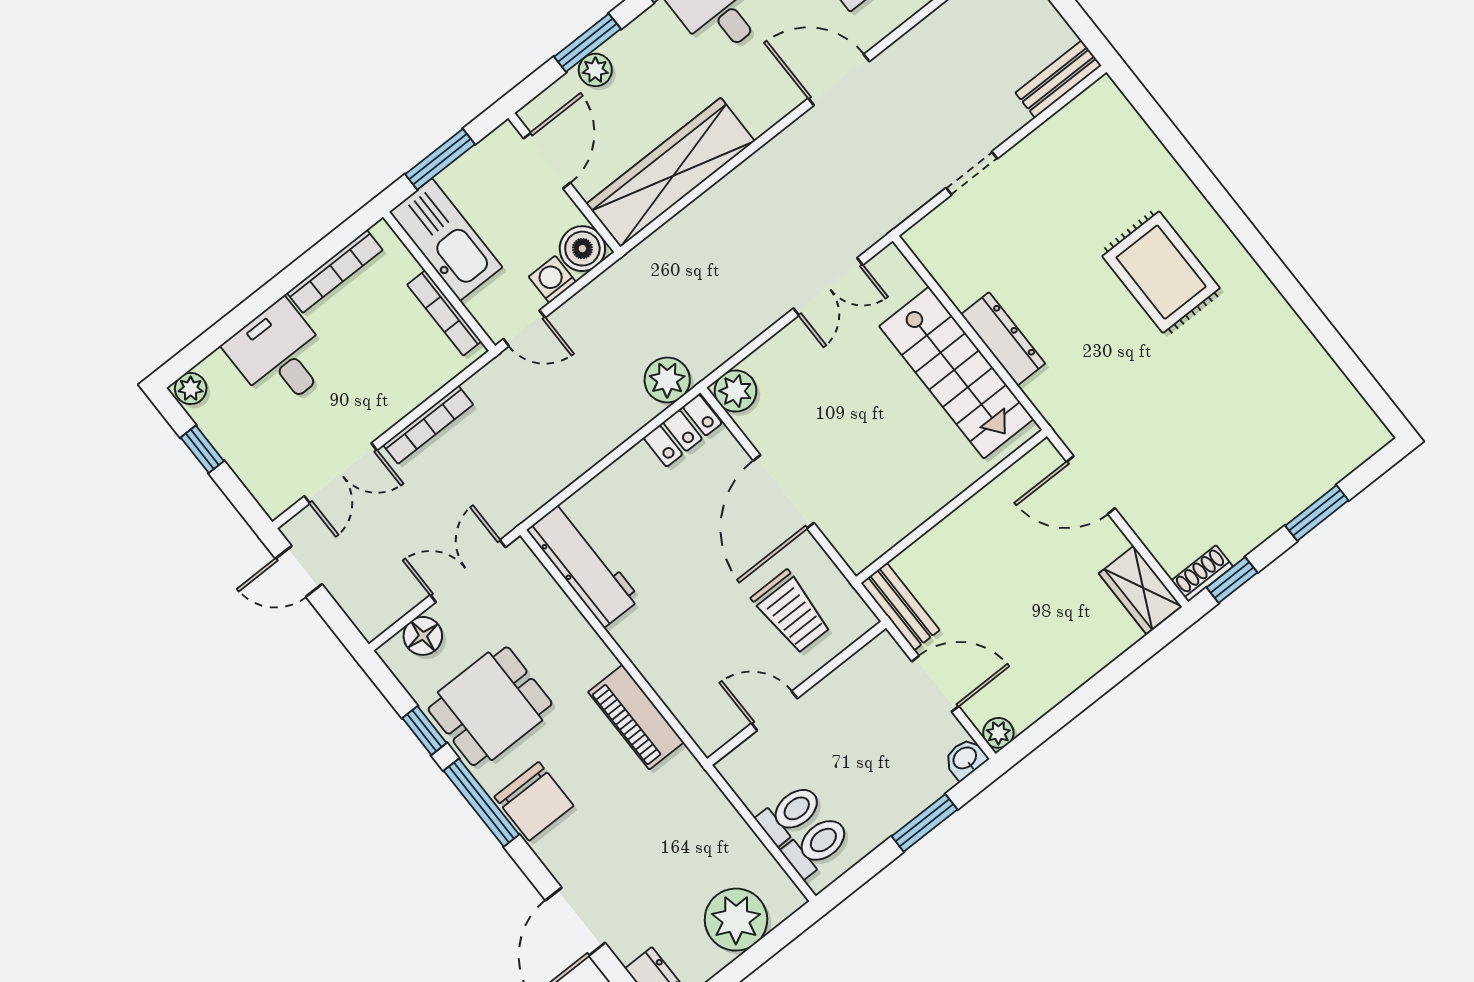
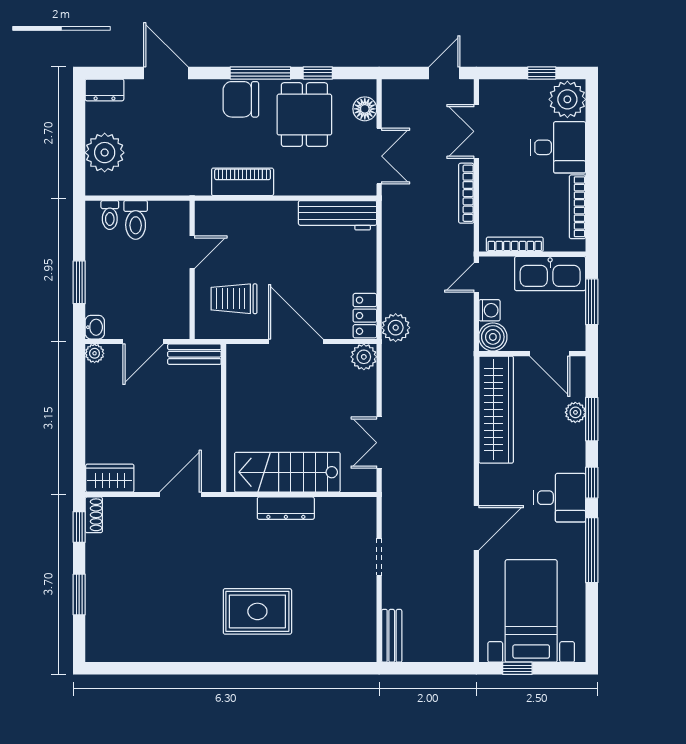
plant: (191, 389) -> (567, 99), width x1.87, depth x1.87
toilet: (816, 846) -> (110, 215), width x0.73, depth x0.72

